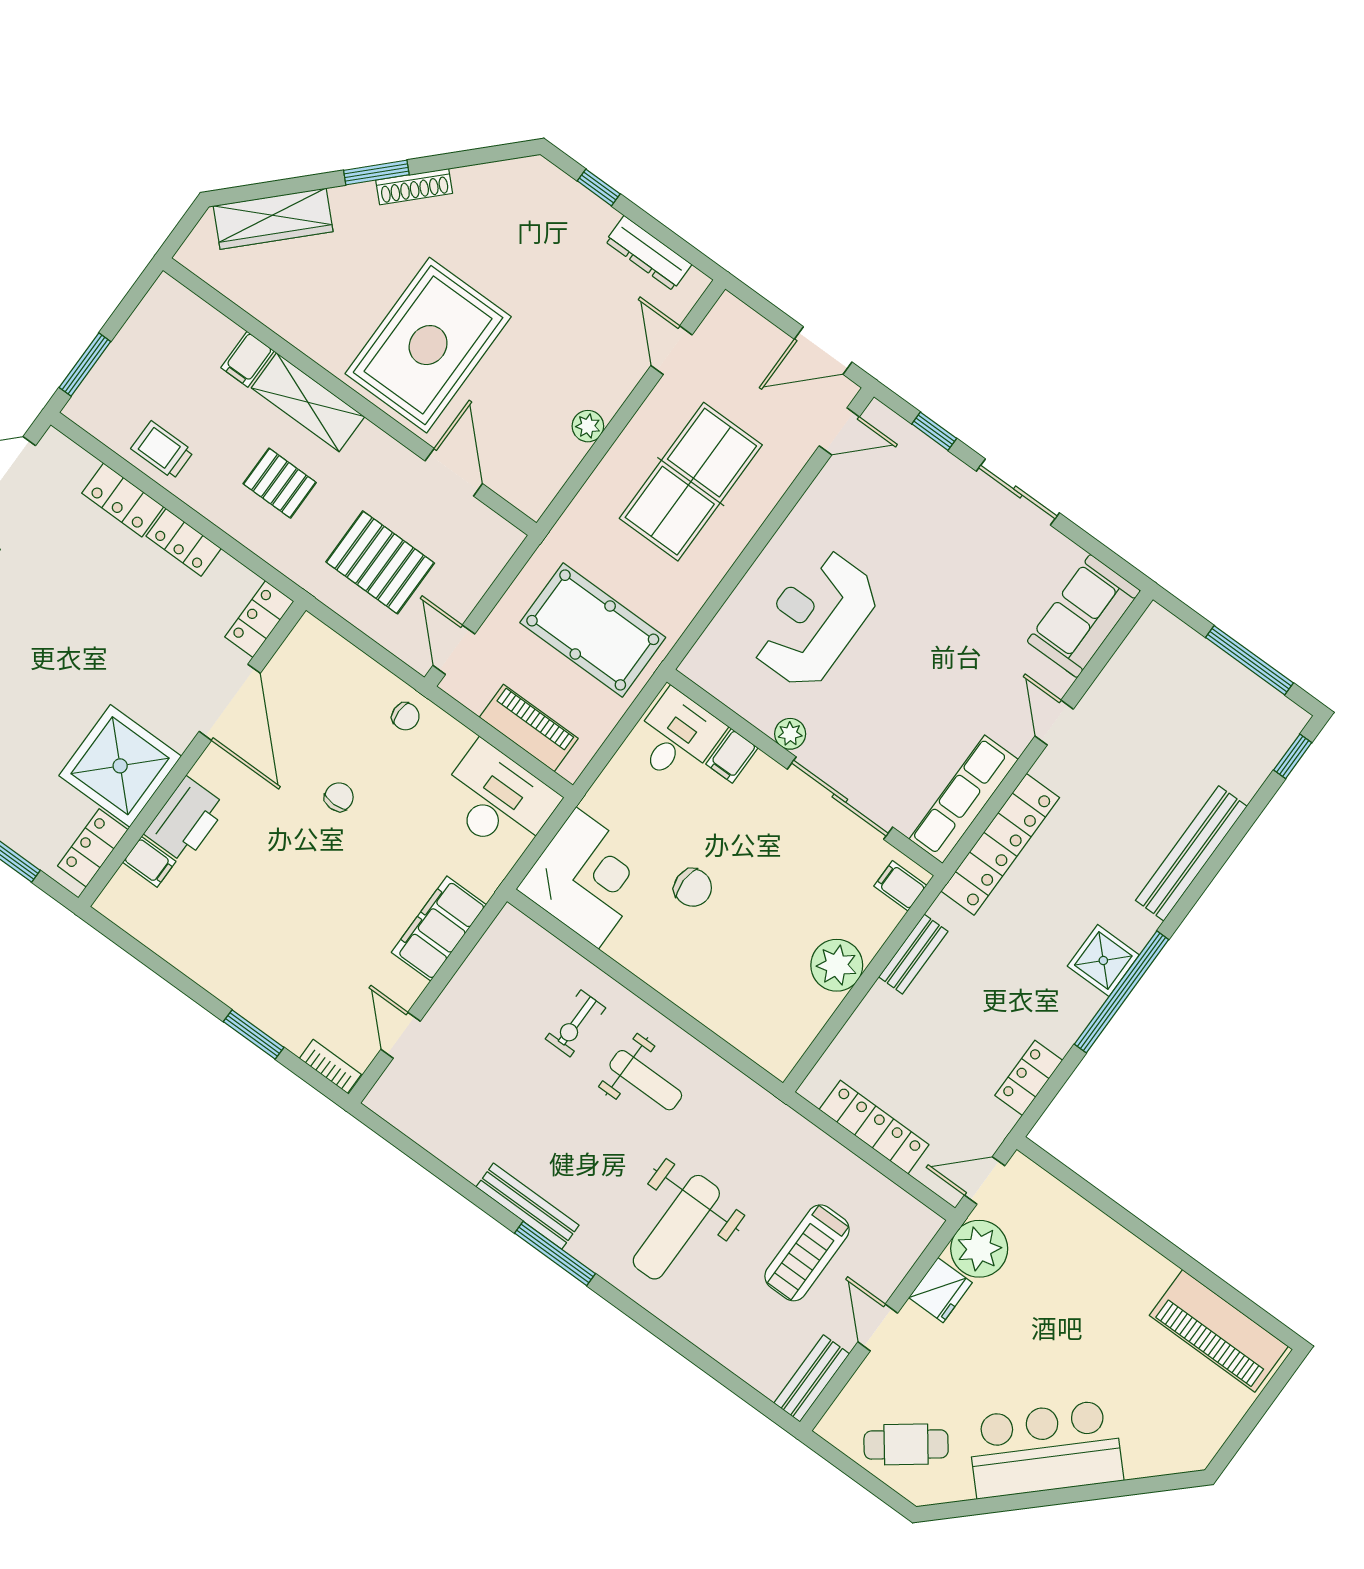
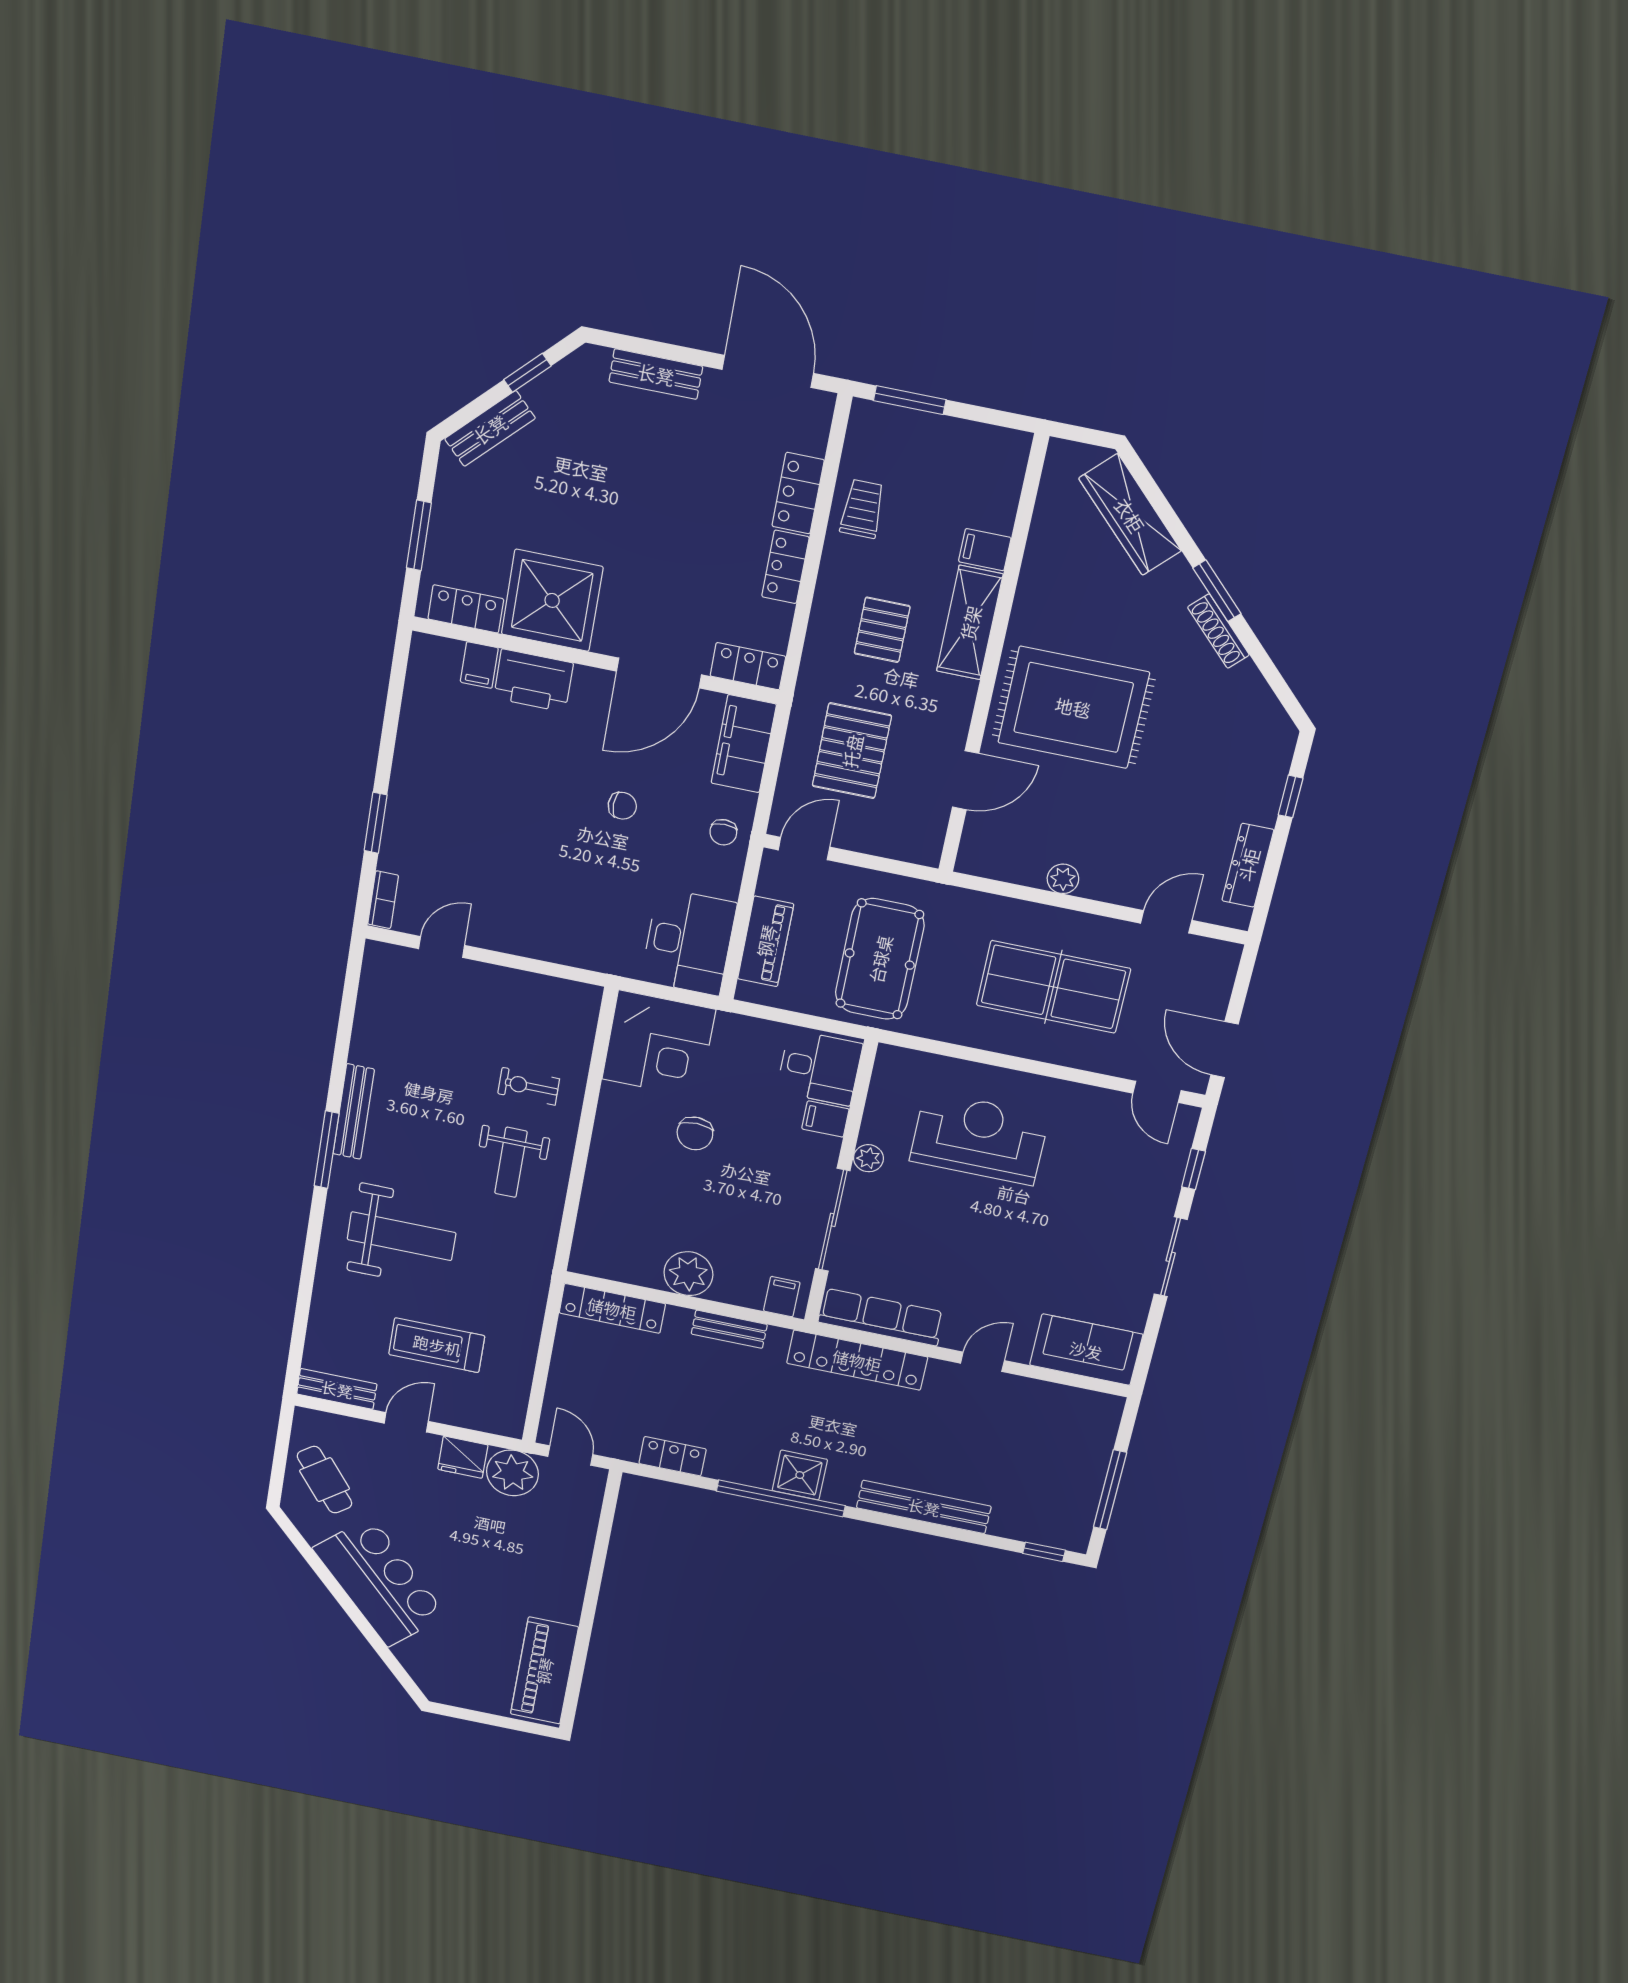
filing cabinet: (439, 928) -> (744, 744), moved, turned -90
locker: (874, 1127) -> (612, 1308), moved, turned 90
weight bench: (676, 1227) -> (402, 1236), turned 180

